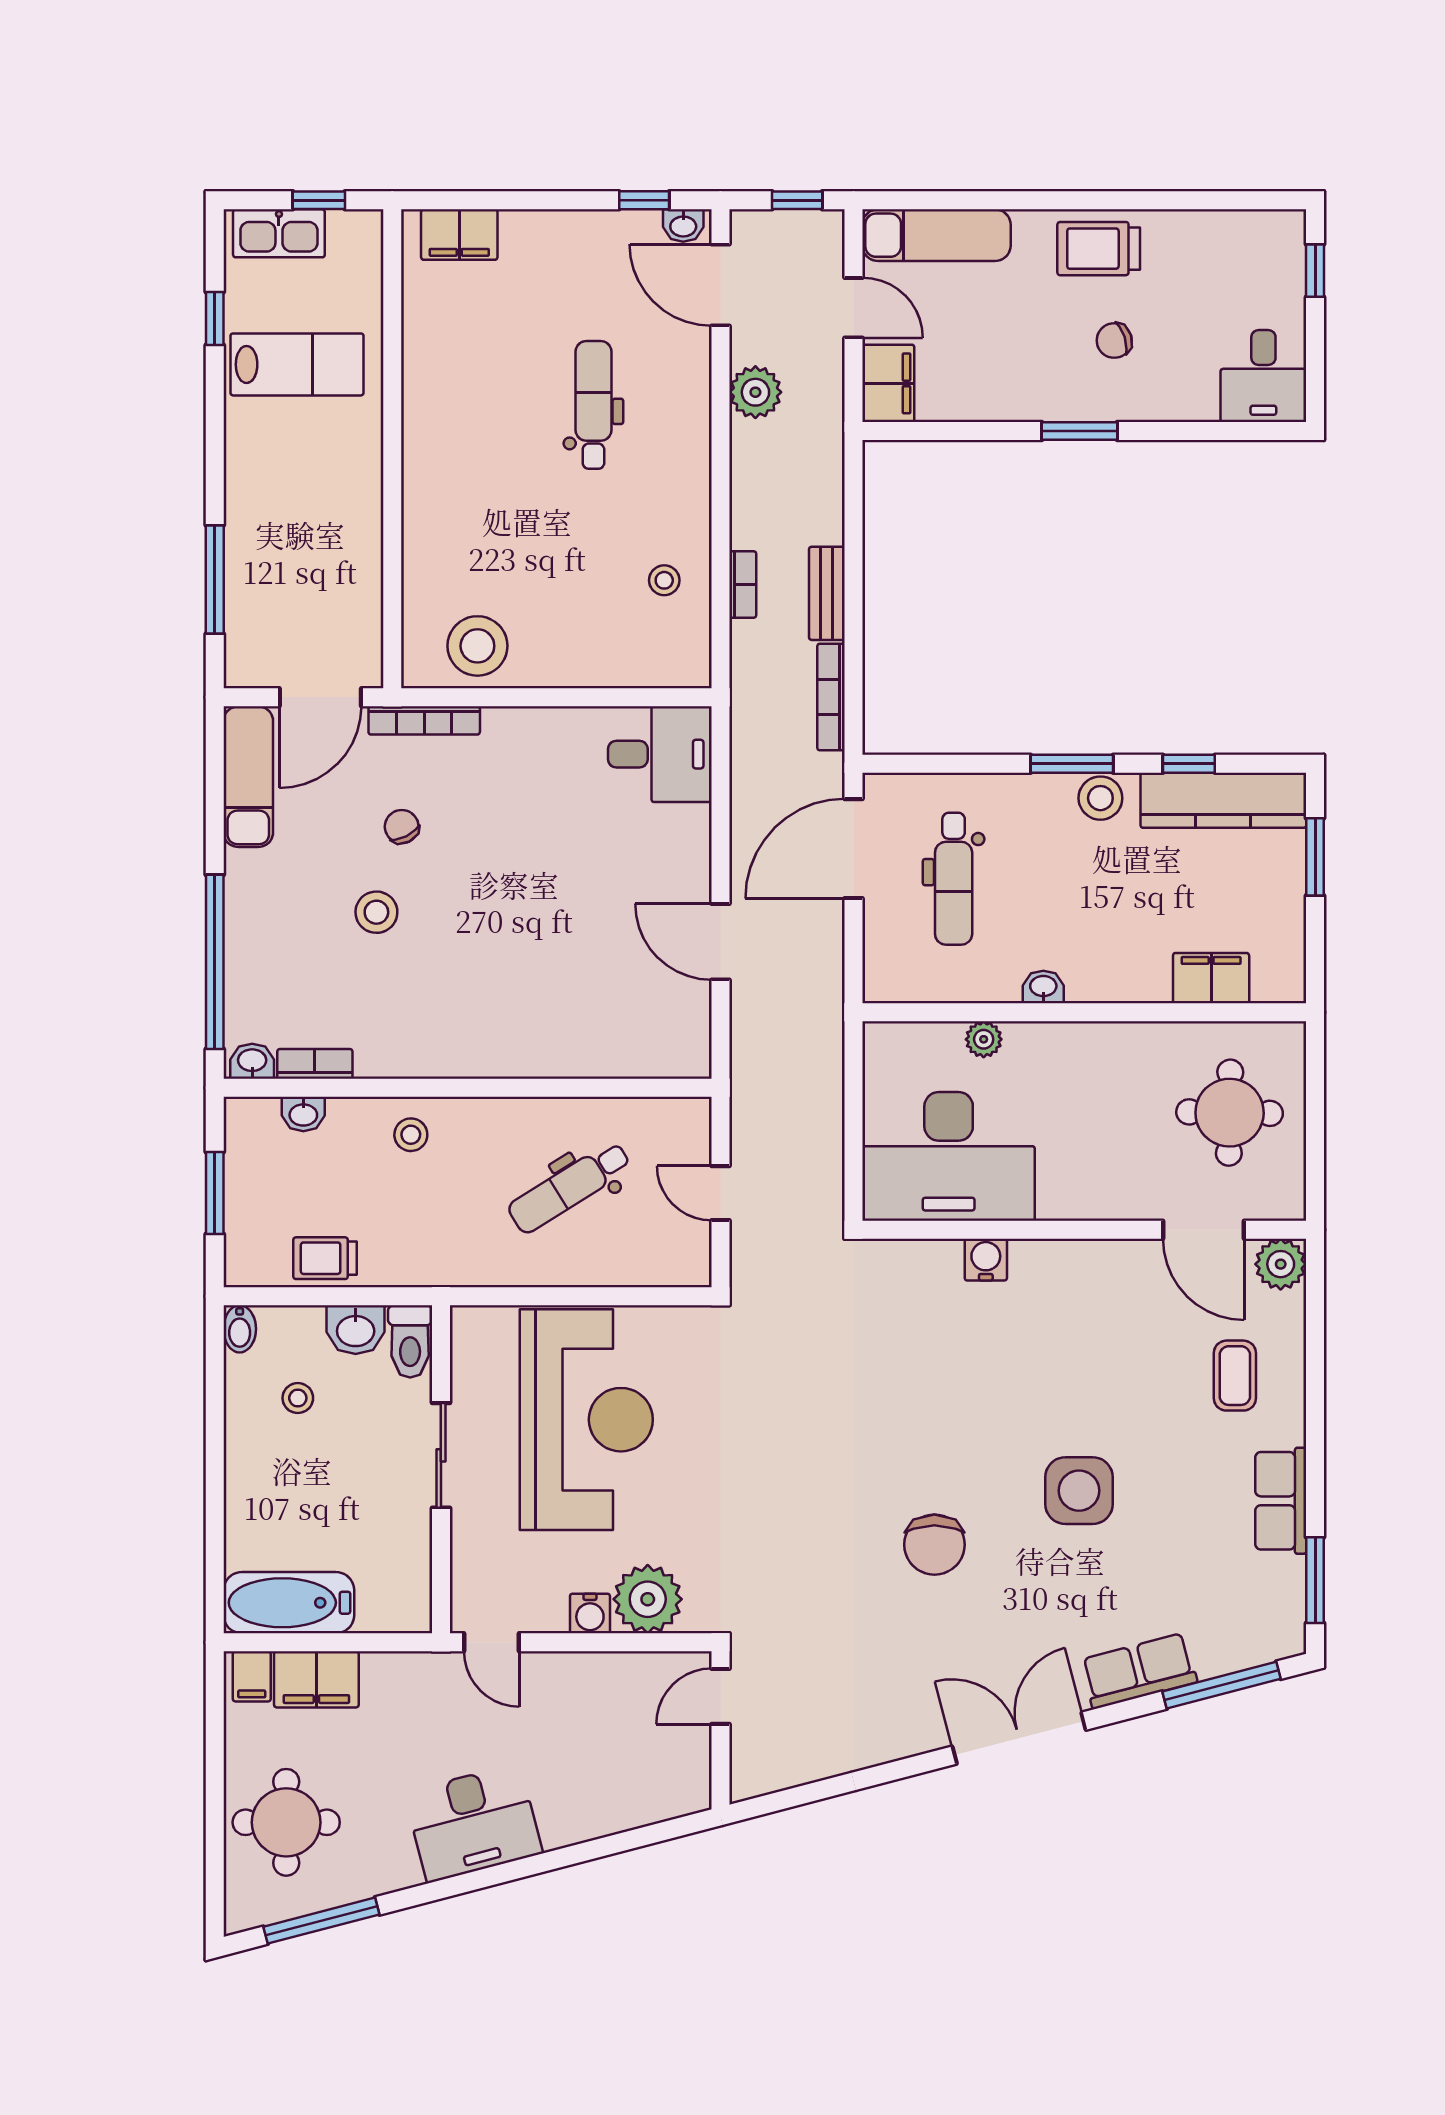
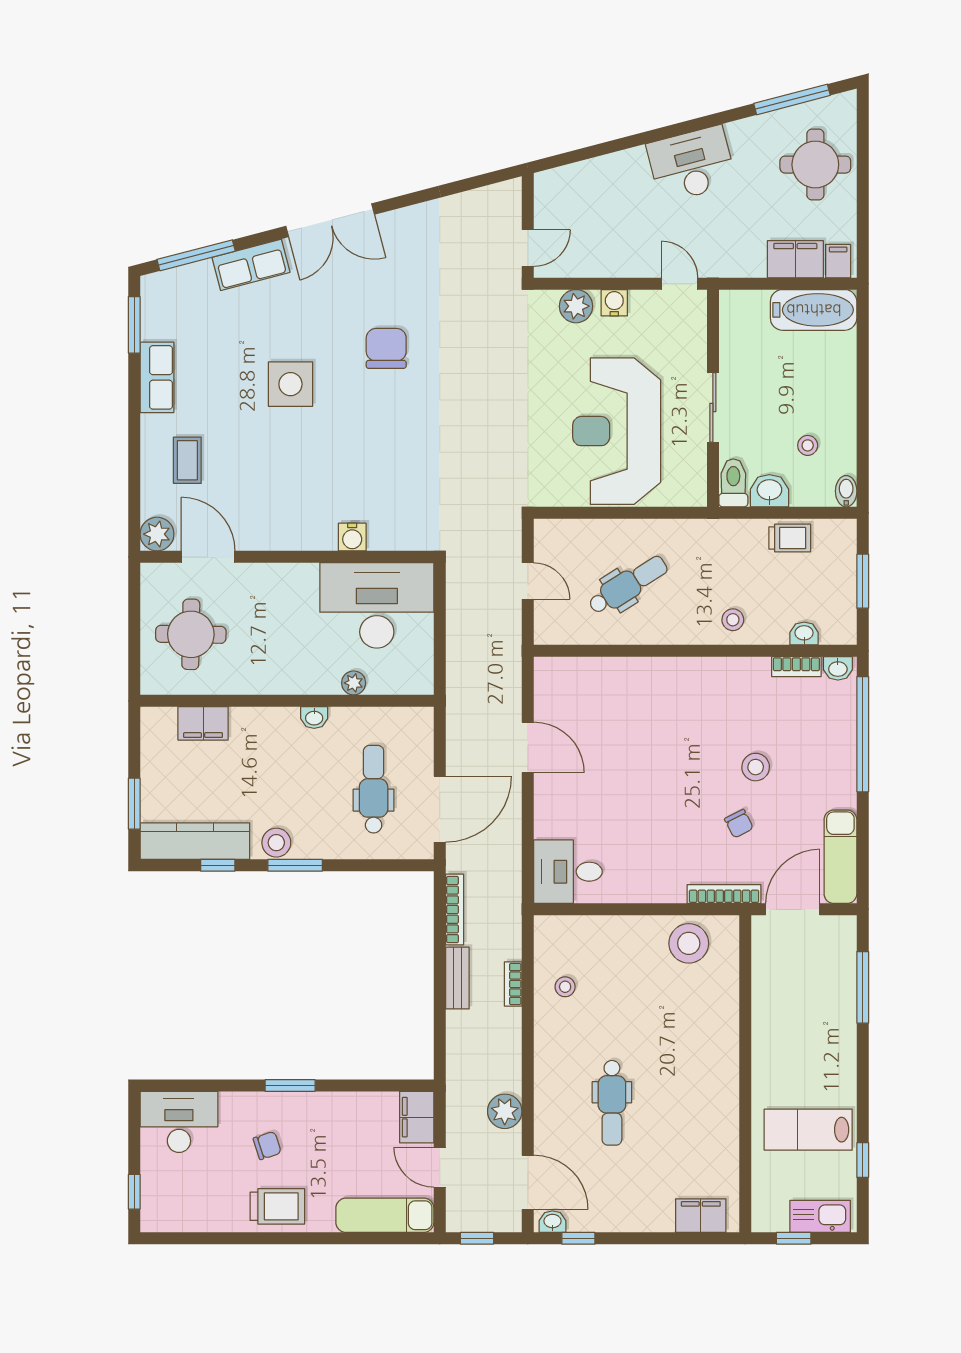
desk: (1263, 376) -> (179, 1122), width x1.37
plant: (648, 1599) -> (576, 306), width x0.73, depth x0.73

